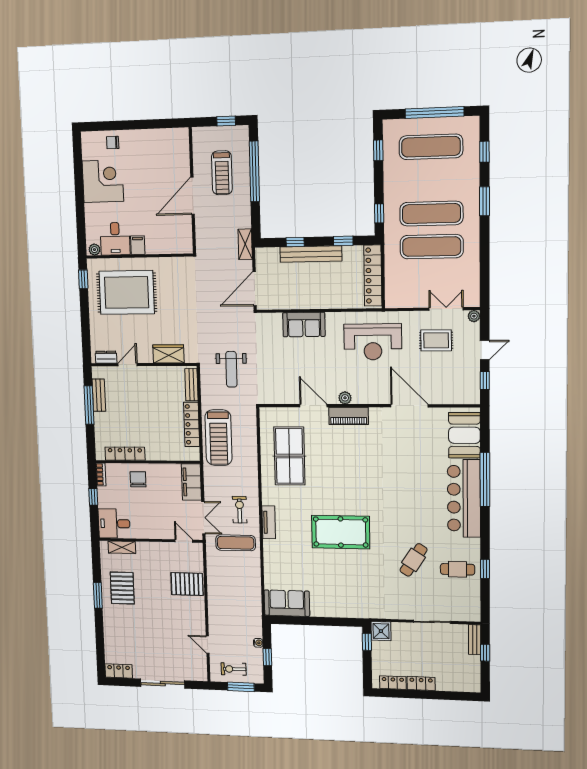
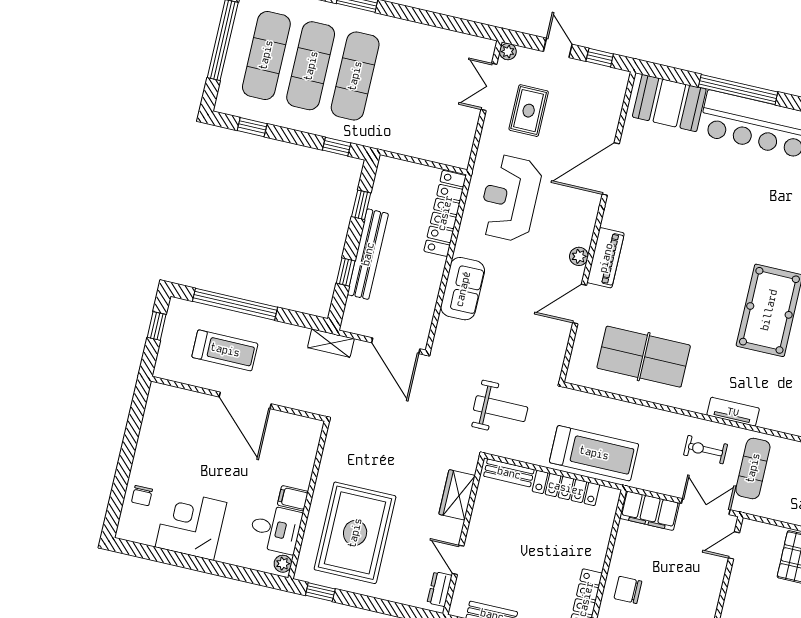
exercise mat: (432, 247) -> (311, 66), moved
locker: (373, 275) -> (445, 213), moved, turned 90
reception desk: (373, 342) -> (510, 198), turned 180

